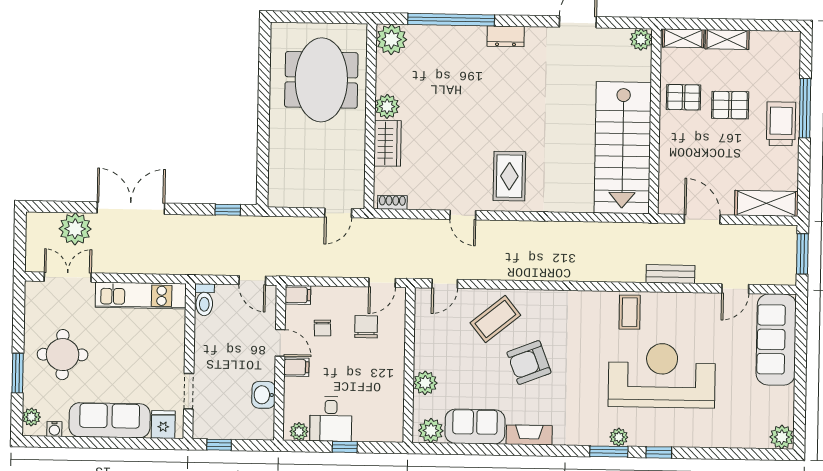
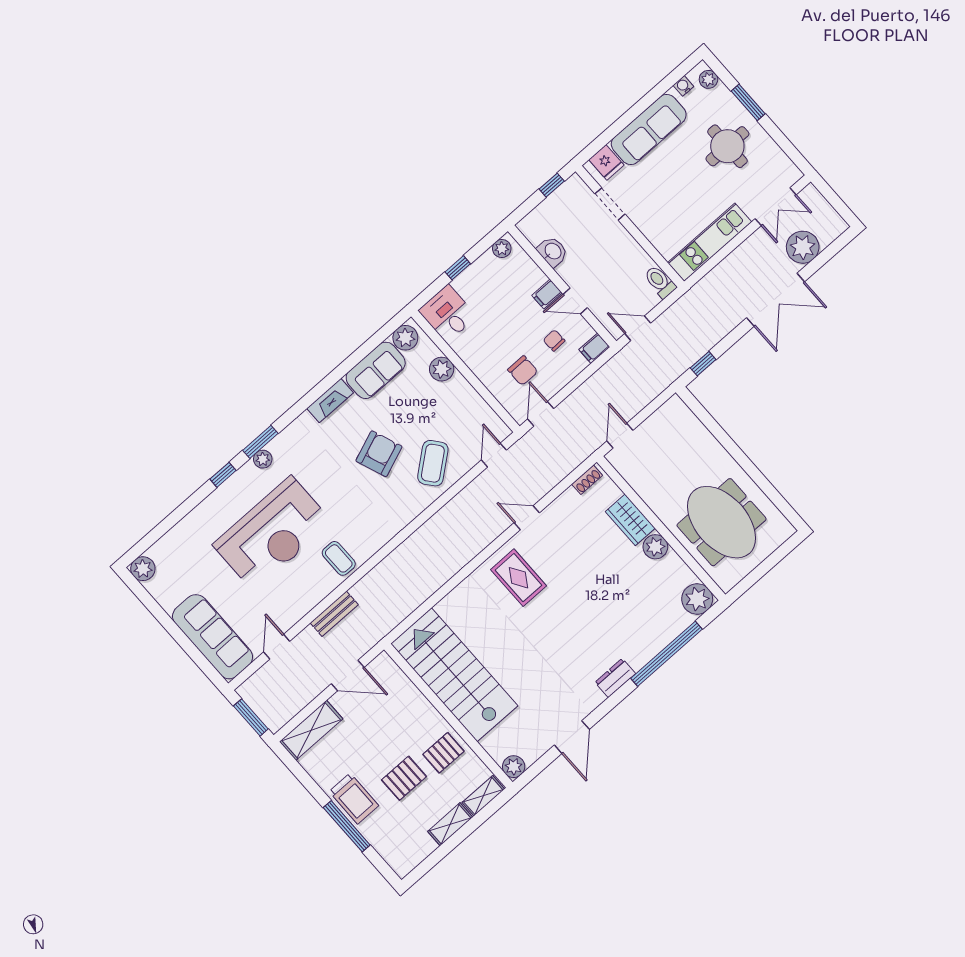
desk: (331, 419) -> (448, 314), moved

